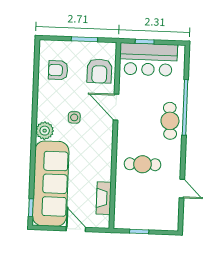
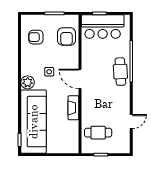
door: (116, 107) -> (80, 79), moved
cafe table: (142, 164) -> (98, 133), moved
door: (182, 189) -> (131, 122), hinge flipped
fireplace: (104, 198) -> (73, 108), moved
door: (76, 229) -> (54, 155), removed

